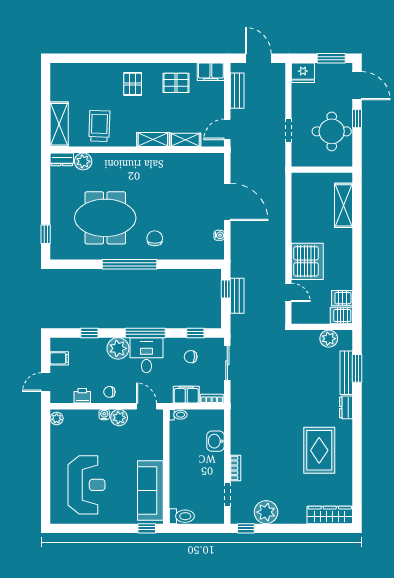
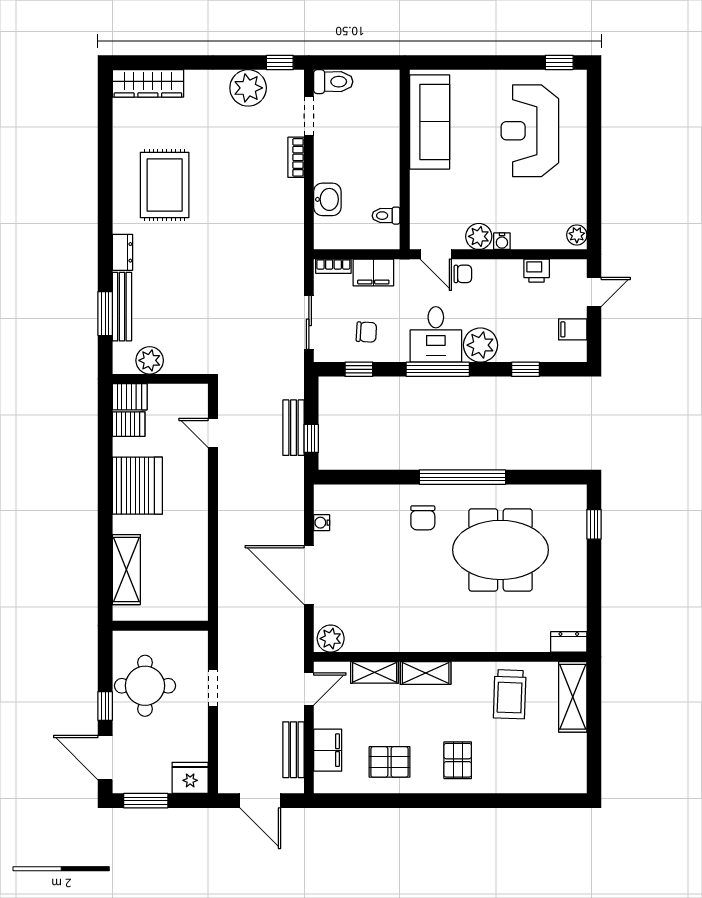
filing cabinet: (211, 72) -> (328, 750), moved, turned 90
plant: (83, 161) -> (331, 639), moved
server rack: (307, 261) -> (137, 486), moved, turned 180
chair: (109, 392) -> (463, 274), moved
toilet: (178, 415) -> (386, 216), moved
toilet: (182, 516) -> (333, 82), moved, turned 180
window: (147, 528) -> (559, 63), moved

